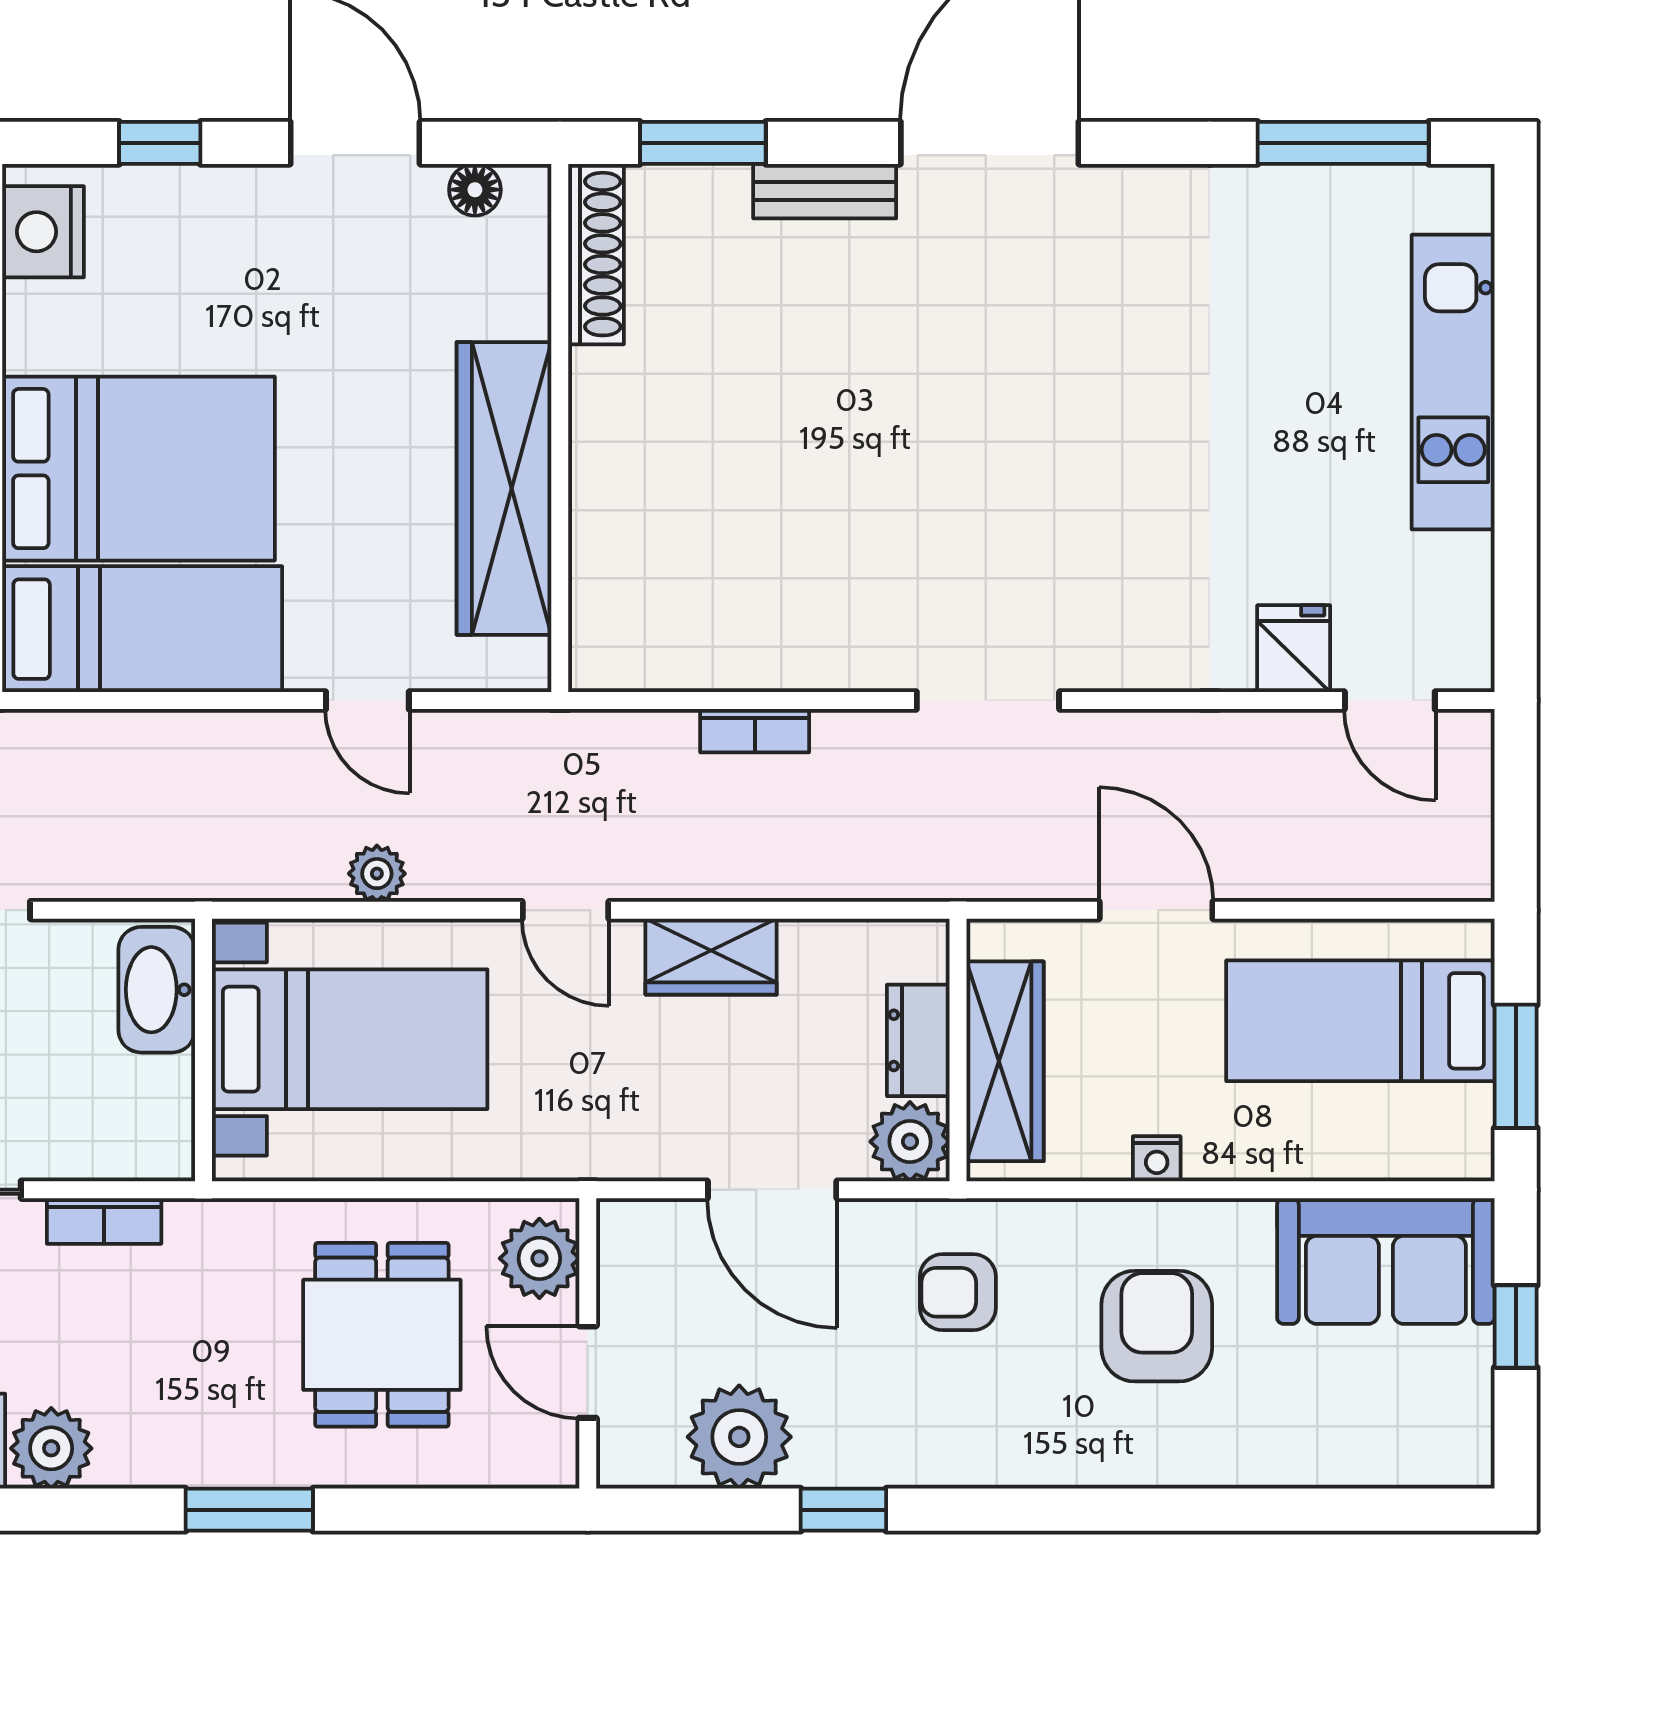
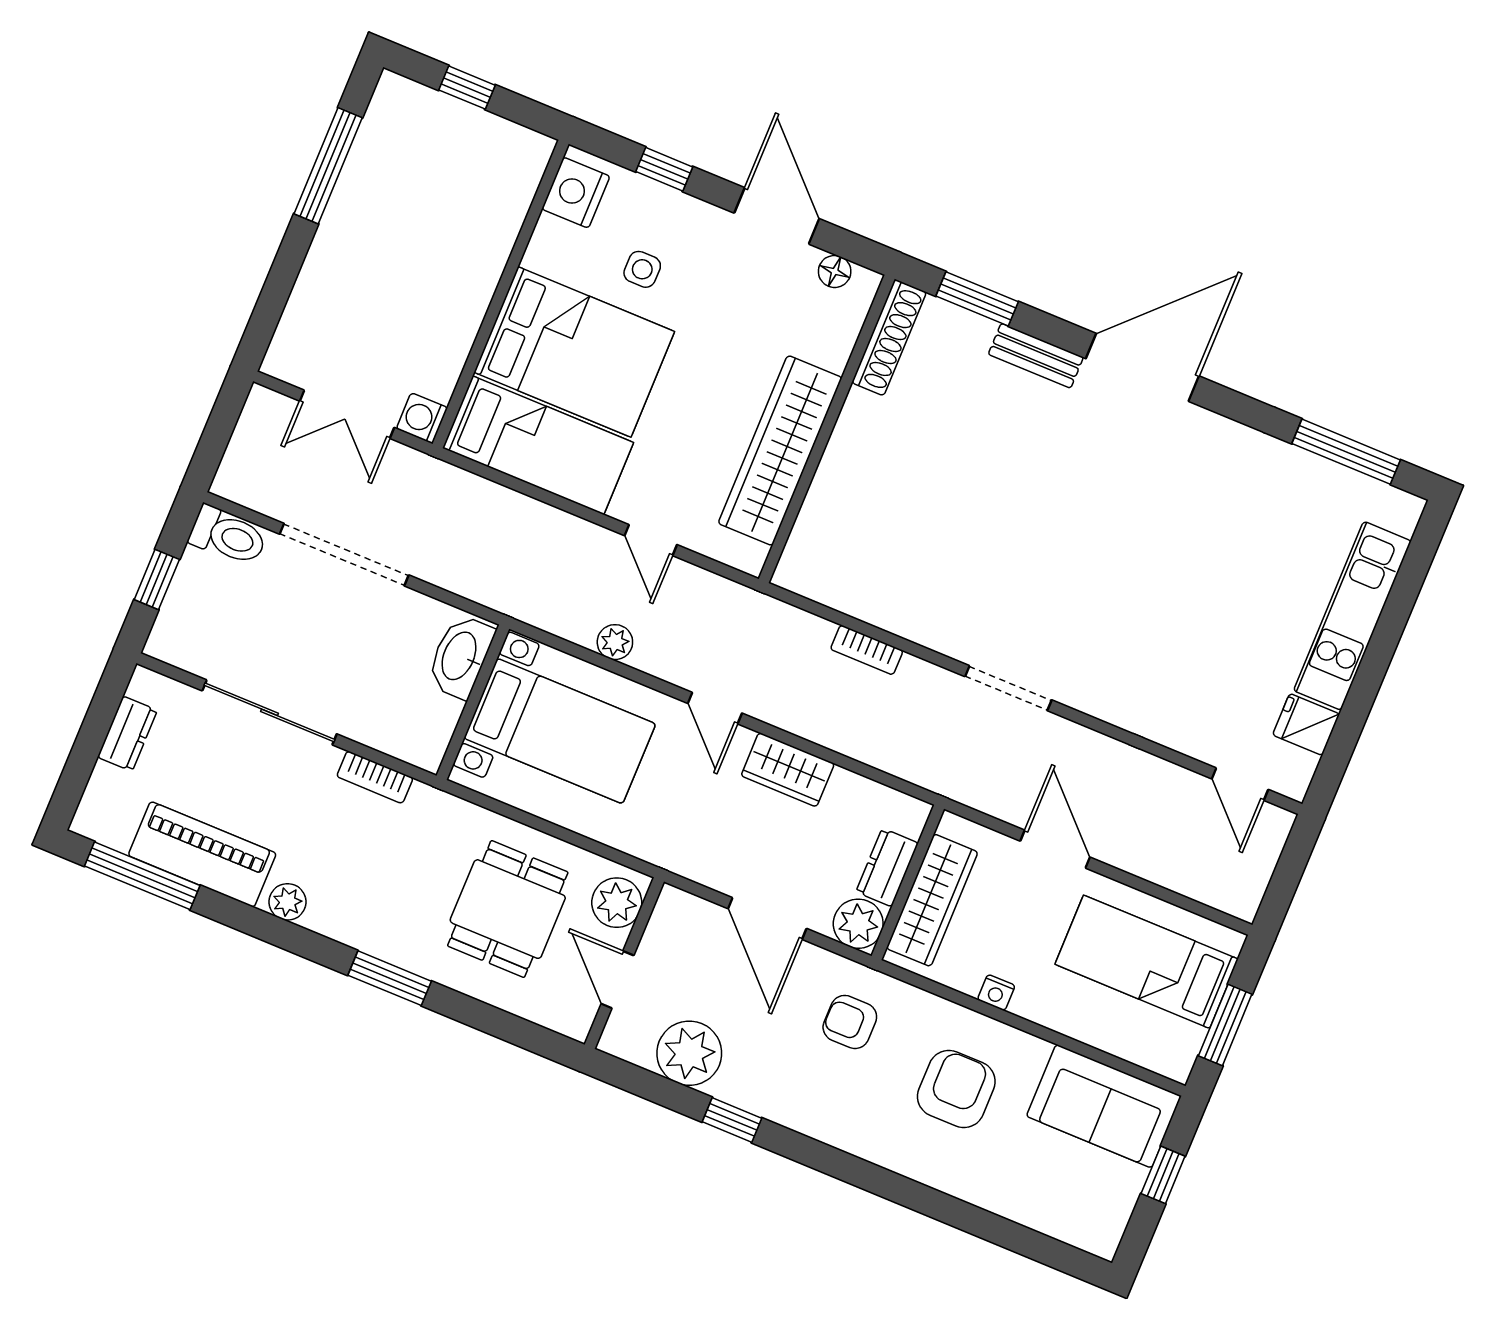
side table: (189, 305) -> (642, 269), added
fridge: (1294, 649) -> (1306, 724), moved, turned -90
plant: (51, 1448) -> (287, 902), width x0.73, depth x0.73

